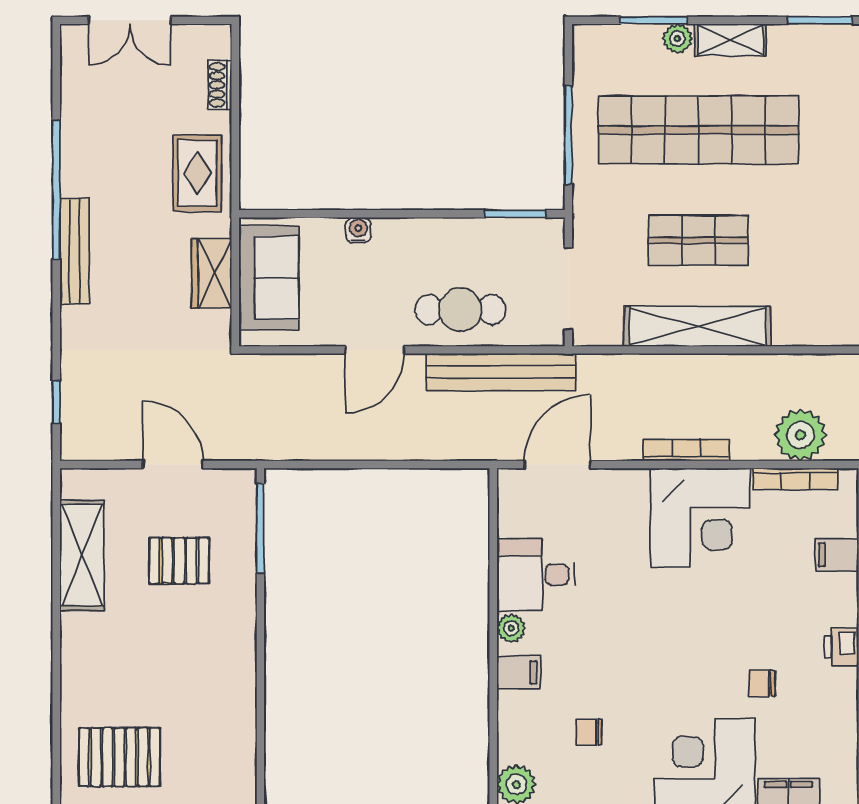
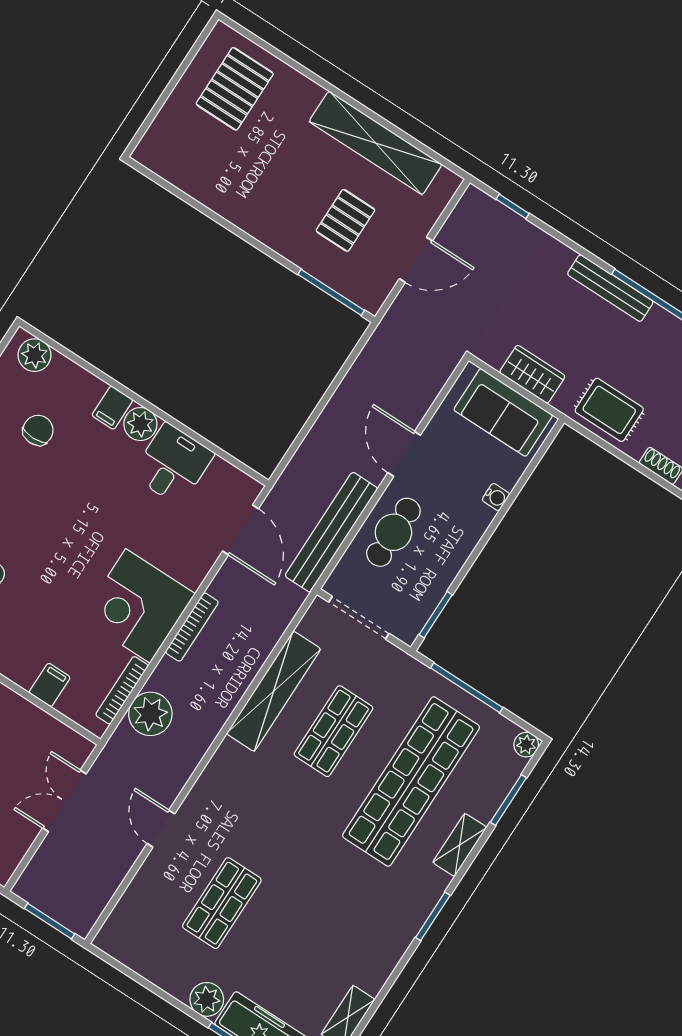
plant: (677, 39) -> (526, 745), moved
shelving: (82, 555) -> (376, 143), width x1.47
plant: (511, 628) -> (140, 424), width x1.38, depth x1.38
chair: (589, 732) -> (38, 430), width x1.37, depth x1.37

